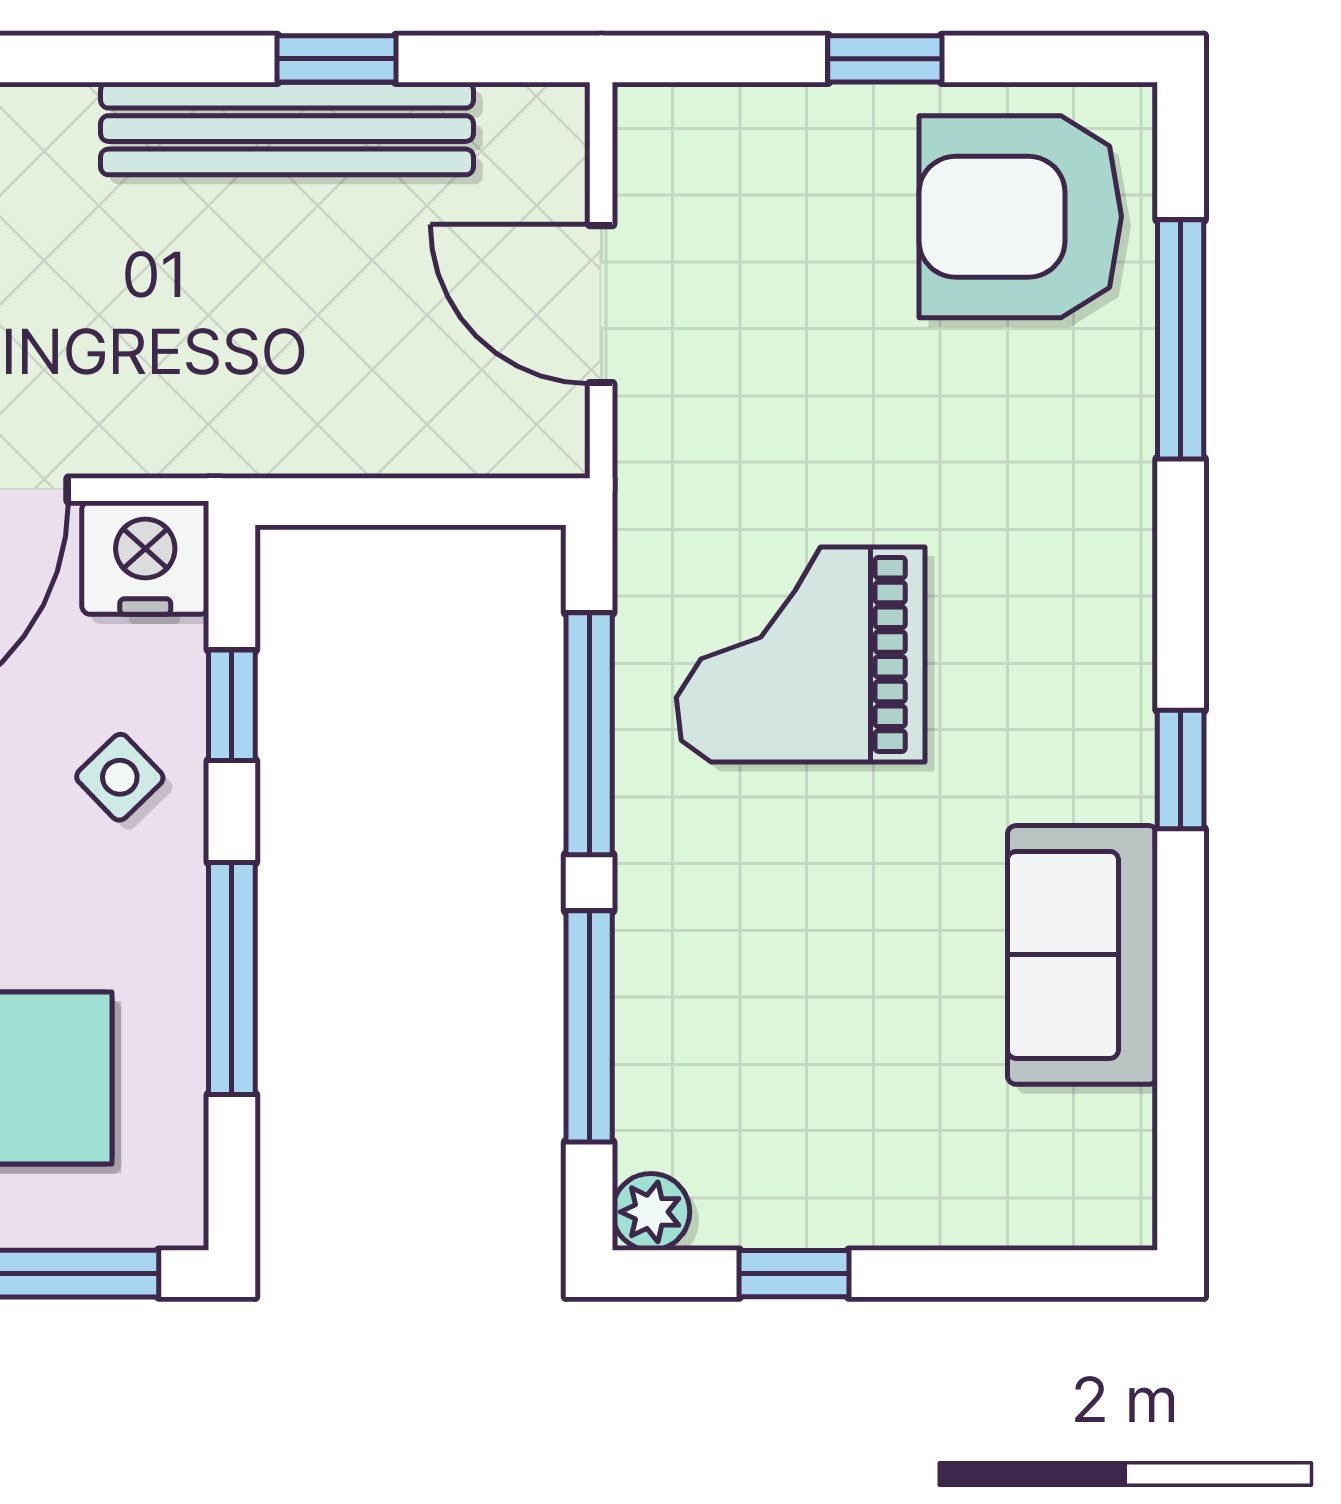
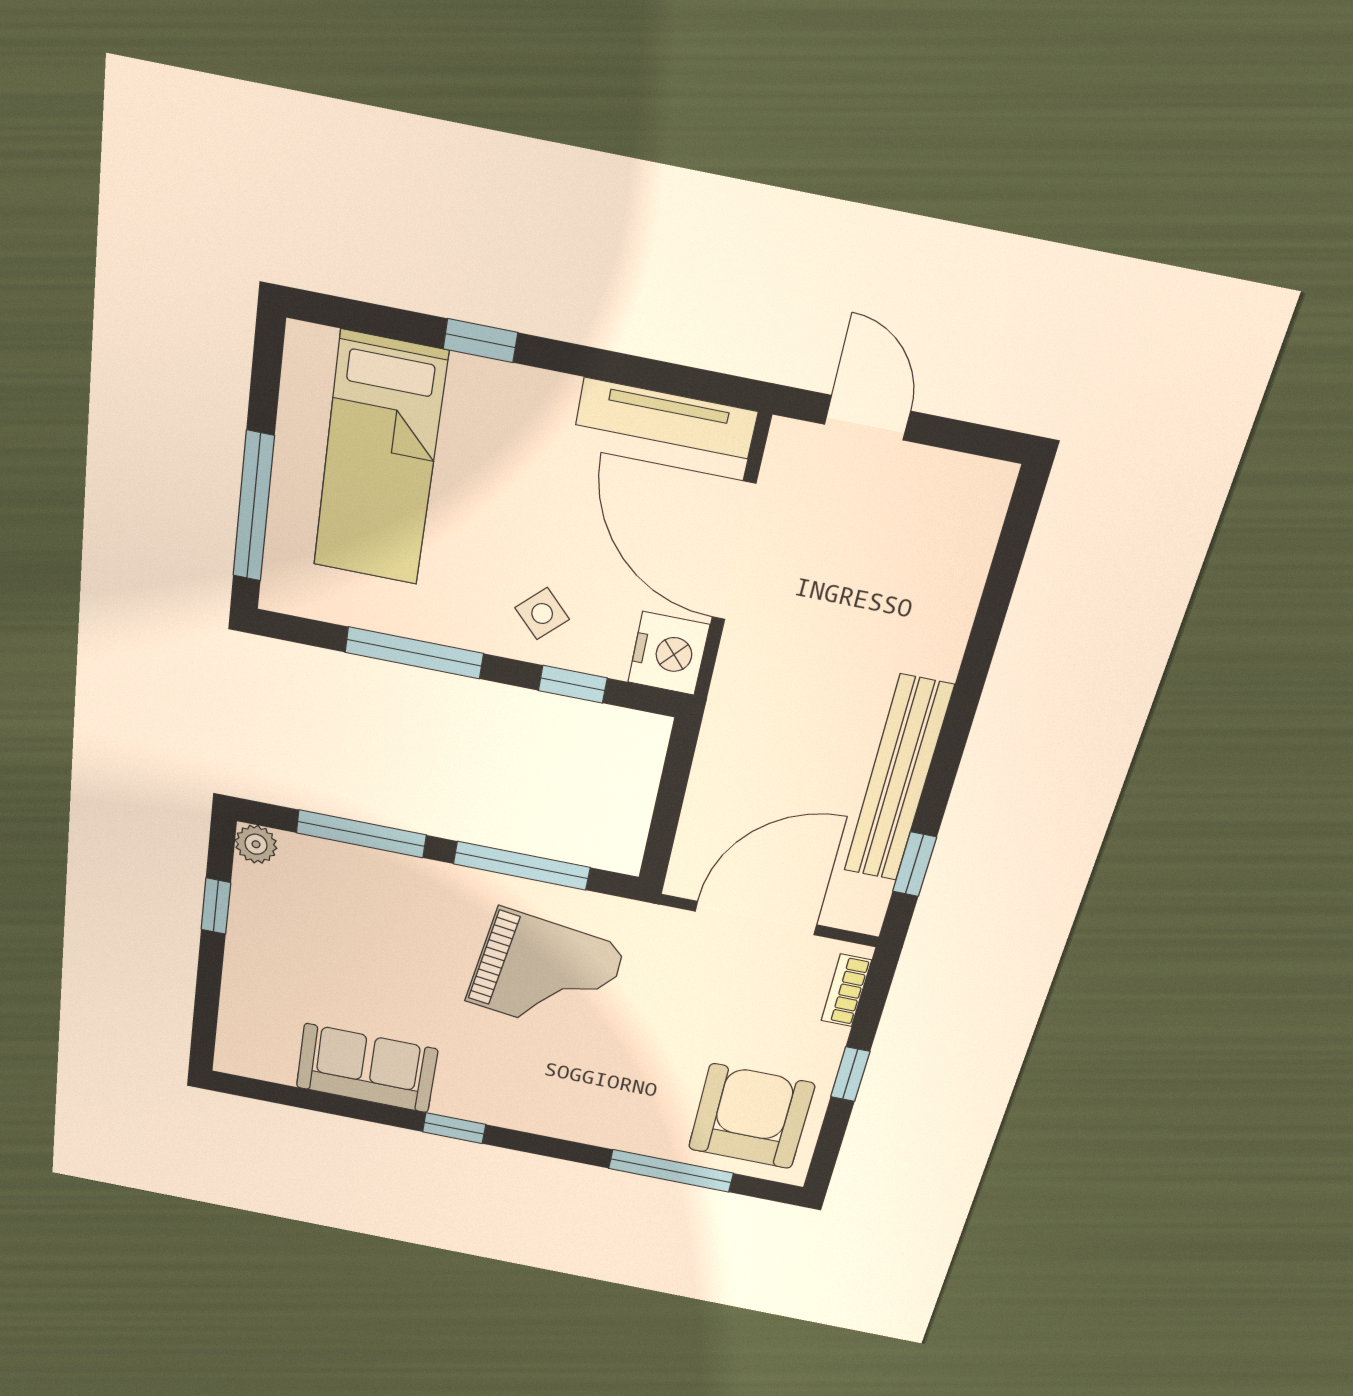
window: (336, 59) -> (914, 864), moved
bookcase: (711, 111) -> (846, 990), added
door: (601, 304) -> (756, 918), width x1.36
grand piano: (801, 654) -> (545, 974), turned 98

